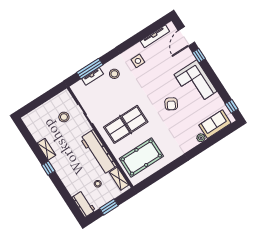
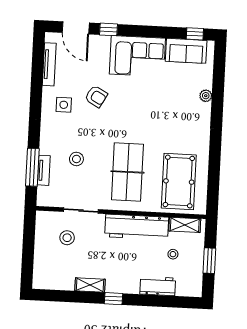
stool: (114, 74) -> (76, 159), moved
armchair: (171, 104) -> (96, 96), moved
sofa: (215, 124) -> (186, 51), moved, turned -90
workbench: (84, 204) -> (158, 286), moved

